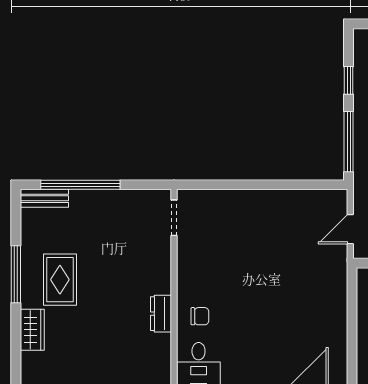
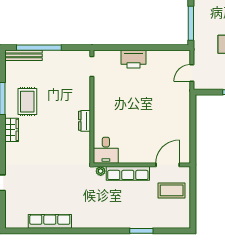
bench: (44, 198) -> (23, 55), width x1.36
printer: (247, 205) -> (134, 59), added
chair: (200, 316) -> (107, 122), removed

